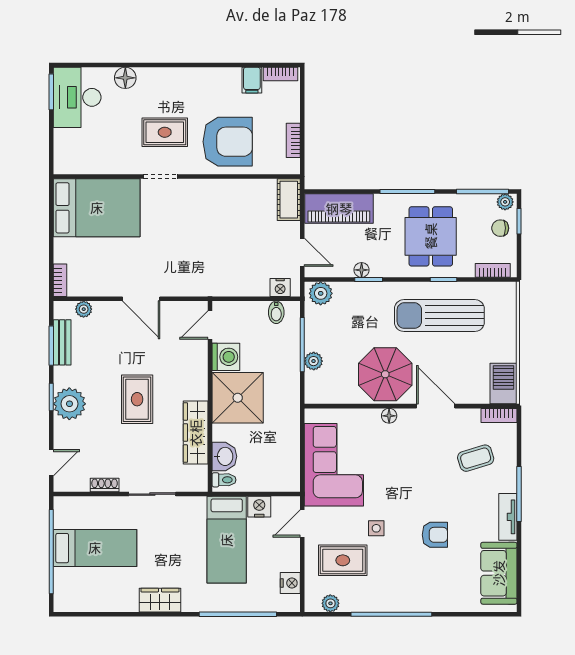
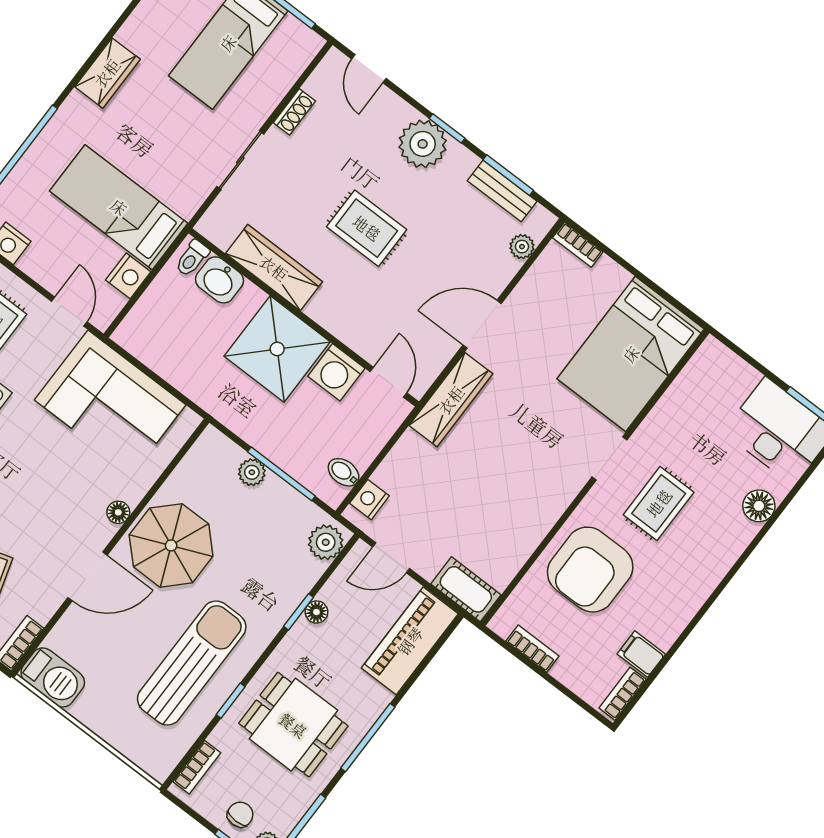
wardrobe: (194, 285) -> (451, 400), added

